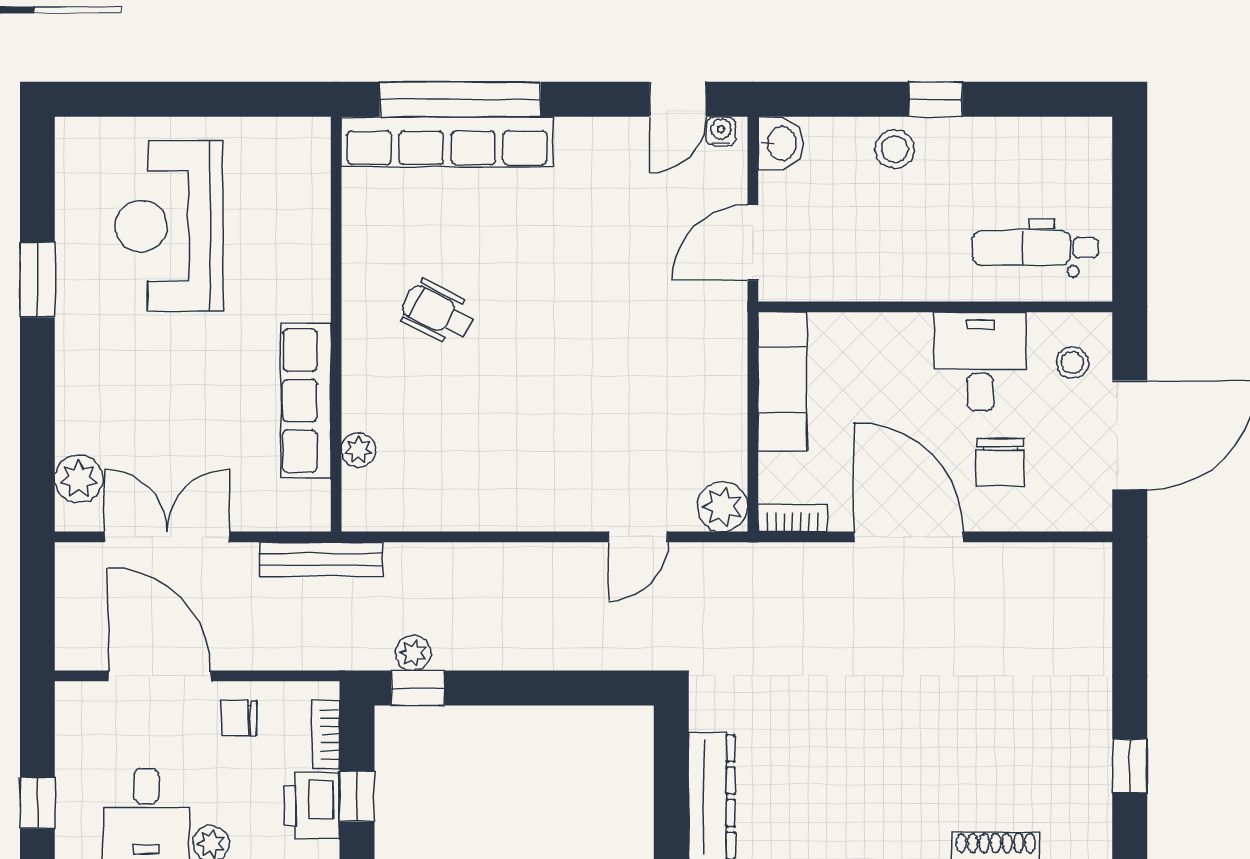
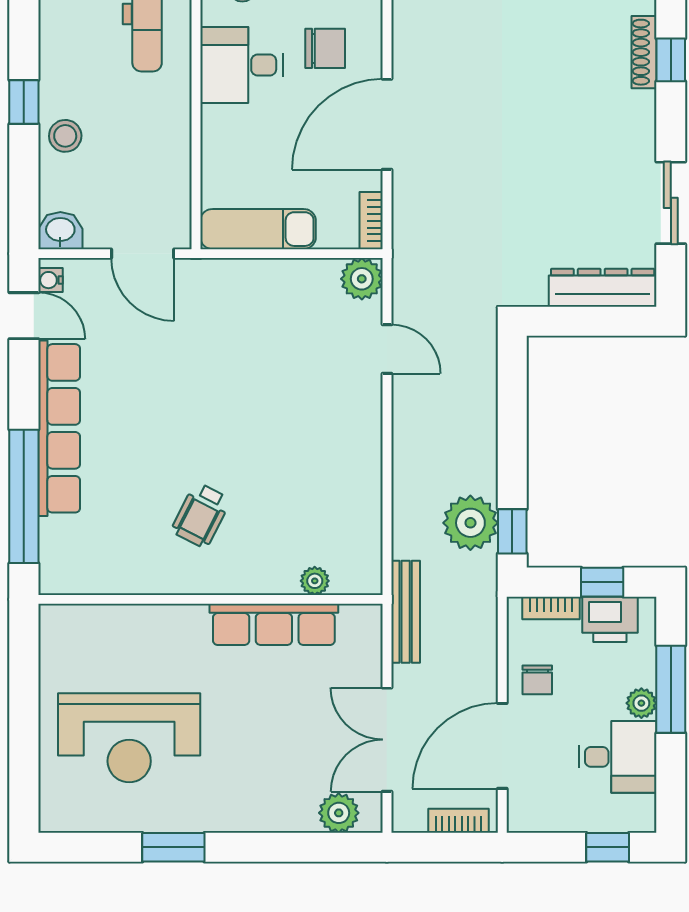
row of seats: (447, 142) -> (59, 428), moved
bookcase: (69, 623) -> (458, 821), added
plant: (413, 653) -> (470, 523), width x1.88, depth x1.88

